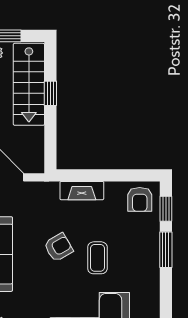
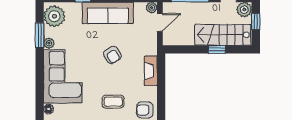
coffee table: (97, 258) -> (113, 102), moved

